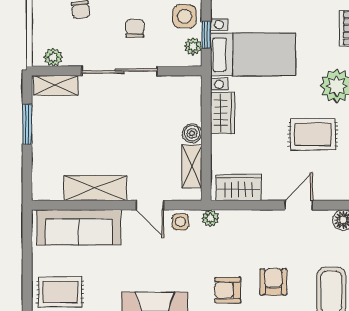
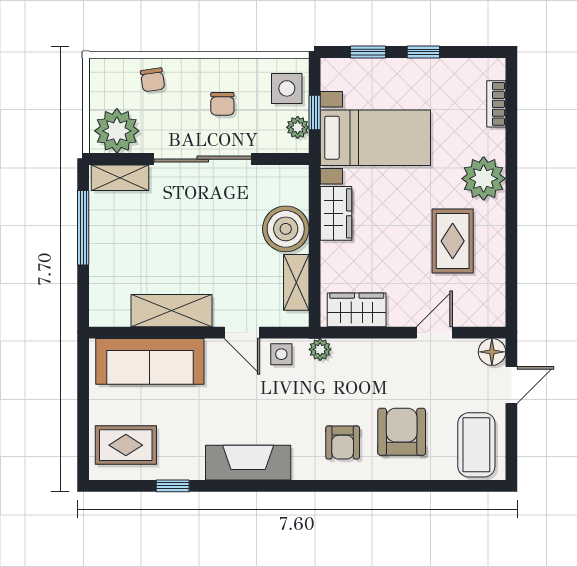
chair: (135, 28) -> (222, 104), turned 180
plant: (53, 57) -> (117, 131), width x1.88, depth x1.88
window: (27, 124) -> (83, 228), width x1.44
boiler: (192, 133) -> (286, 229), width x1.86, depth x1.86
rug: (313, 134) -> (453, 241), turned 90
armchair: (273, 282) -> (402, 432), width x1.38, depth x1.38
armchair: (228, 290) -> (343, 442), turned -90

